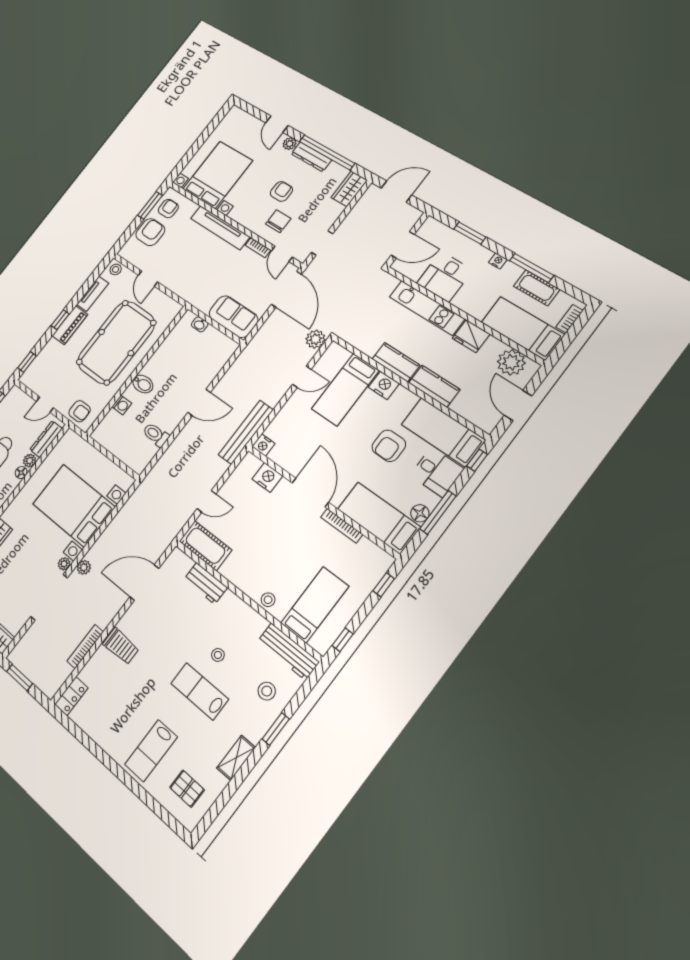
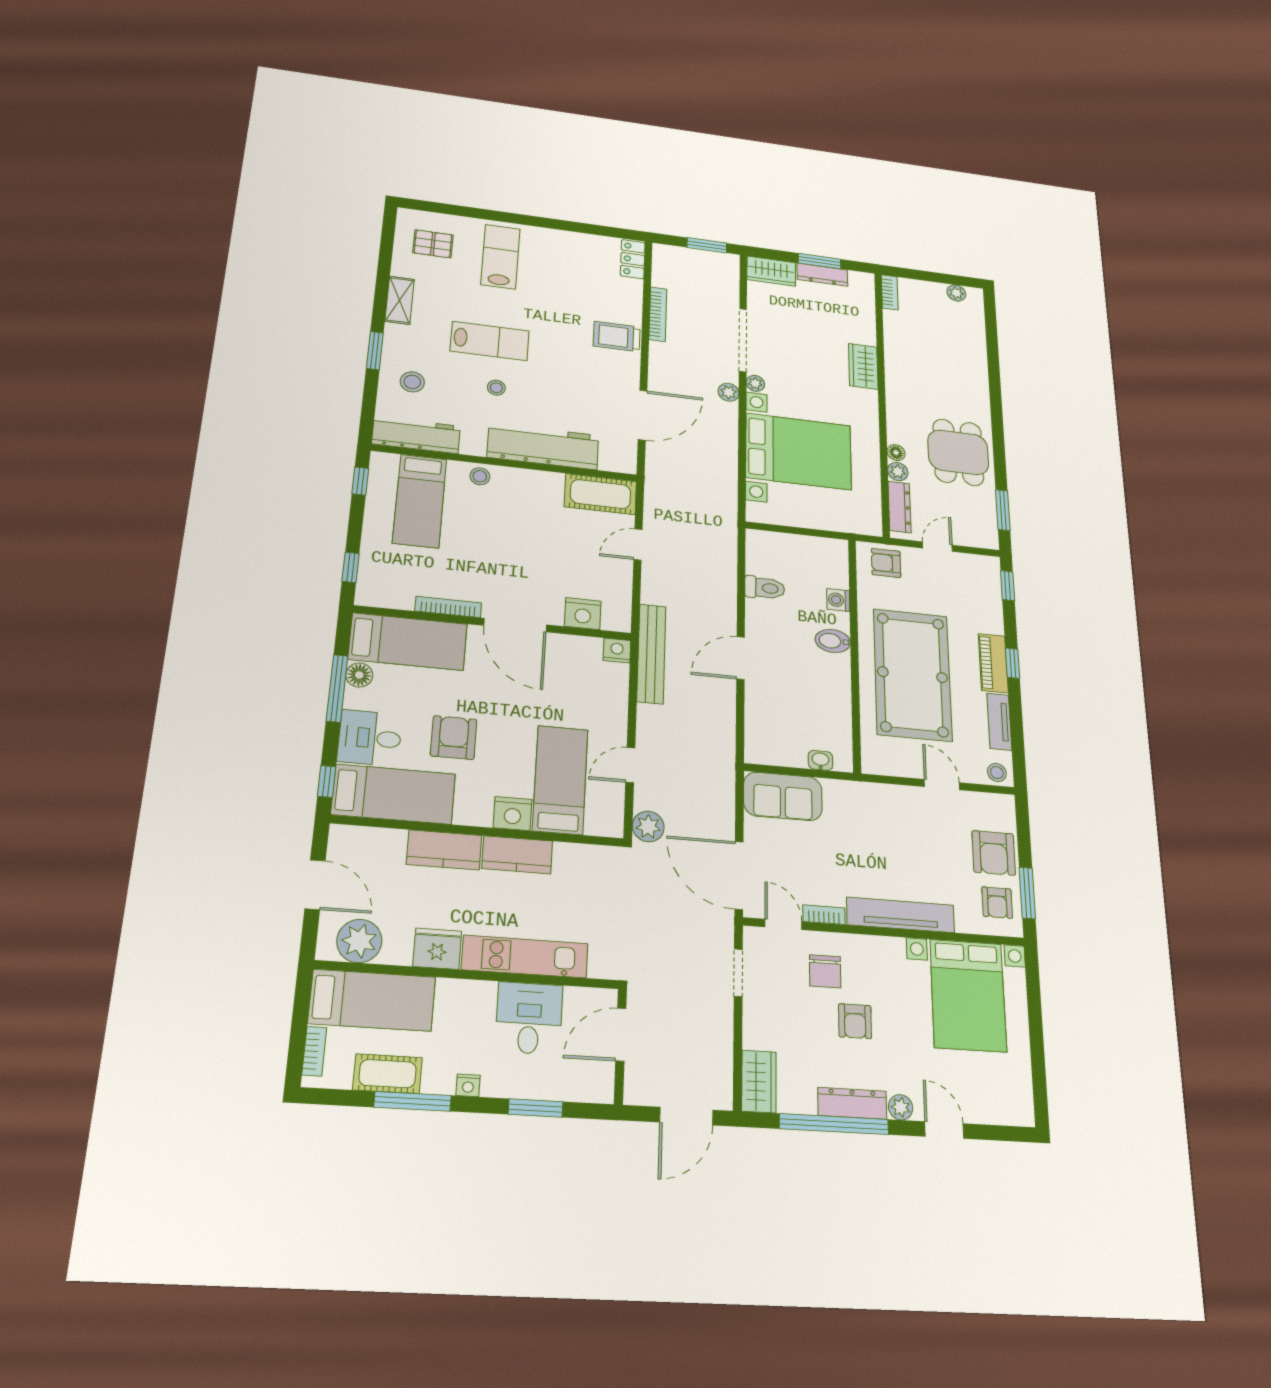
workbench: (206, 583) -> (543, 446), width x1.88, depth x1.32

